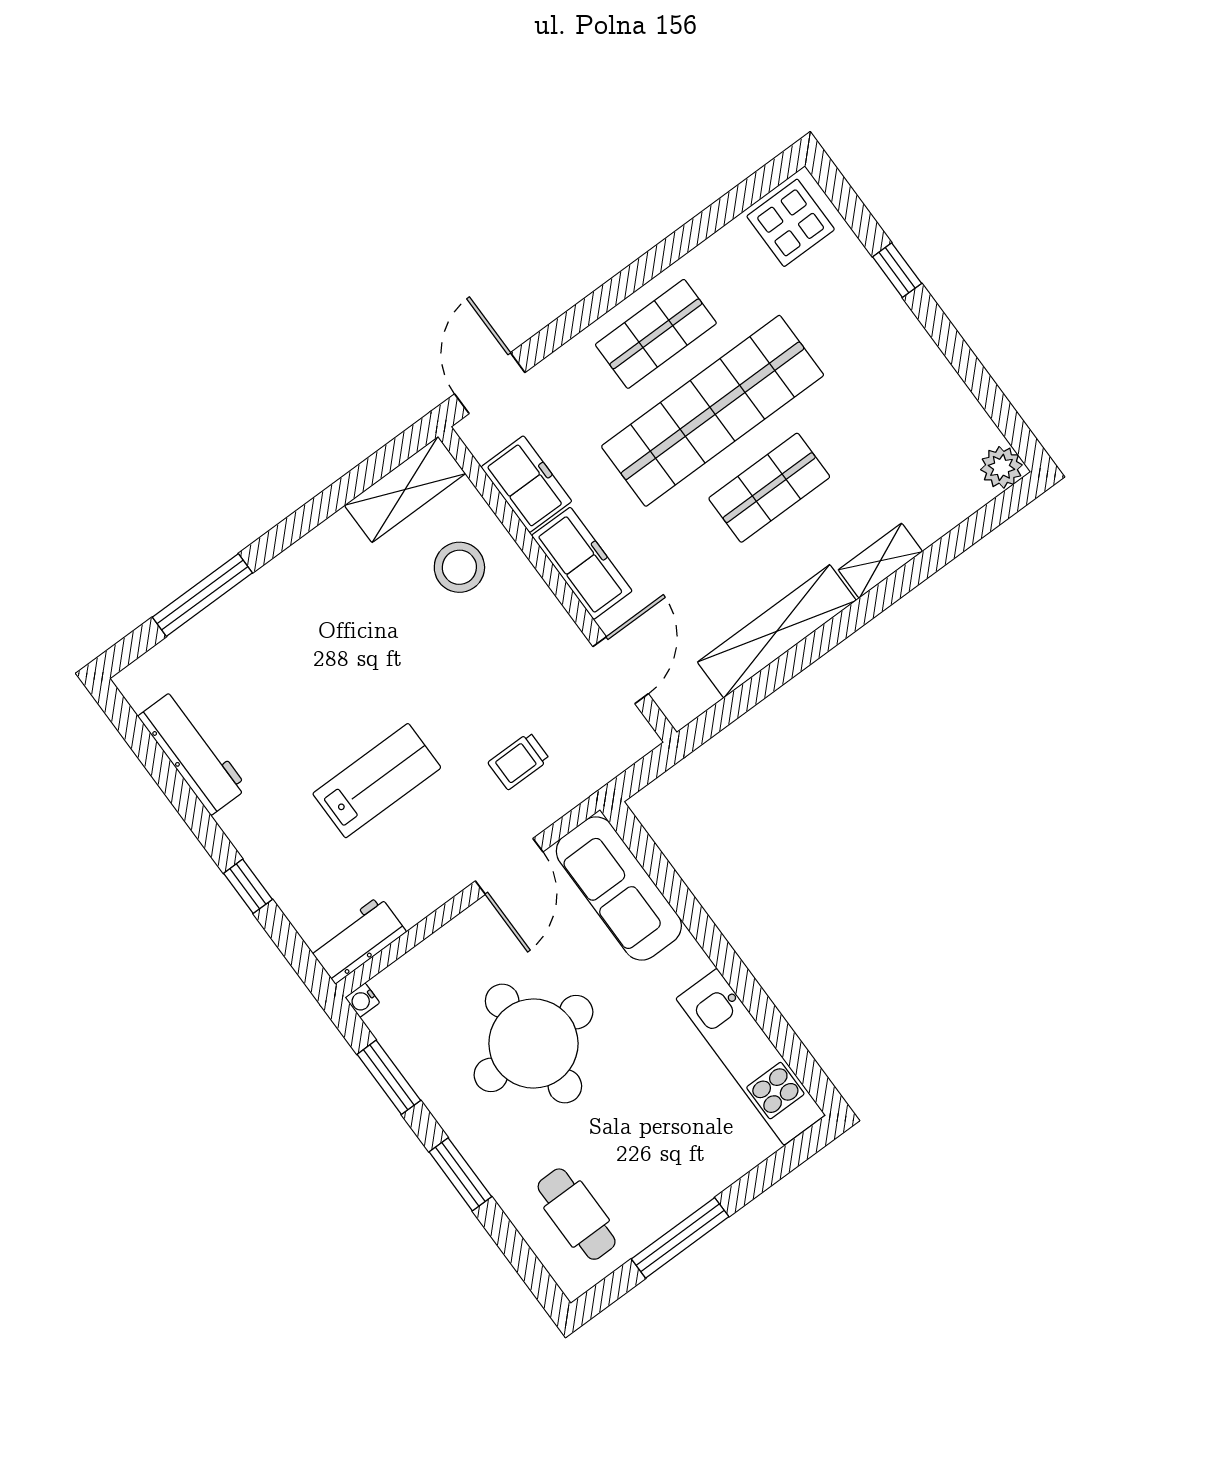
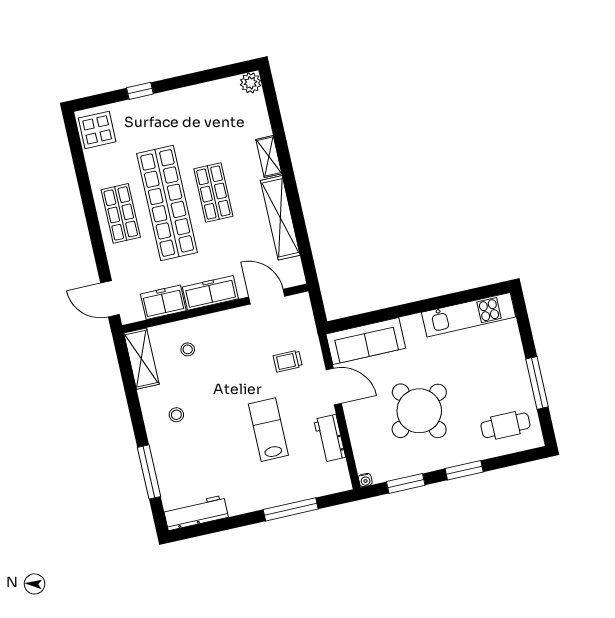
stool: (459, 567) -> (188, 349), width x0.53, depth x0.53
stool: (330, 599) -> (176, 415), added
workbench: (193, 752) -> (196, 513), moved
trolley: (519, 761) -> (288, 361), turned 90
window: (248, 886) -> (291, 509), width x2.17
workbench: (357, 940) -> (330, 438), moved
round table: (533, 1043) -> (419, 411), turned -32

